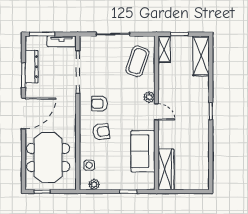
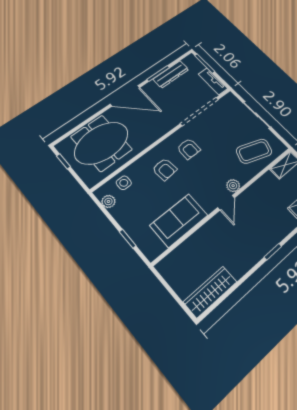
armchair: (100, 104) -> (189, 149), turned 180
wardrobe: (166, 169) -> (210, 292), moved, turned 180

